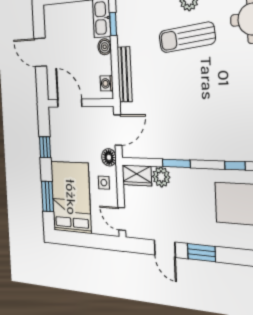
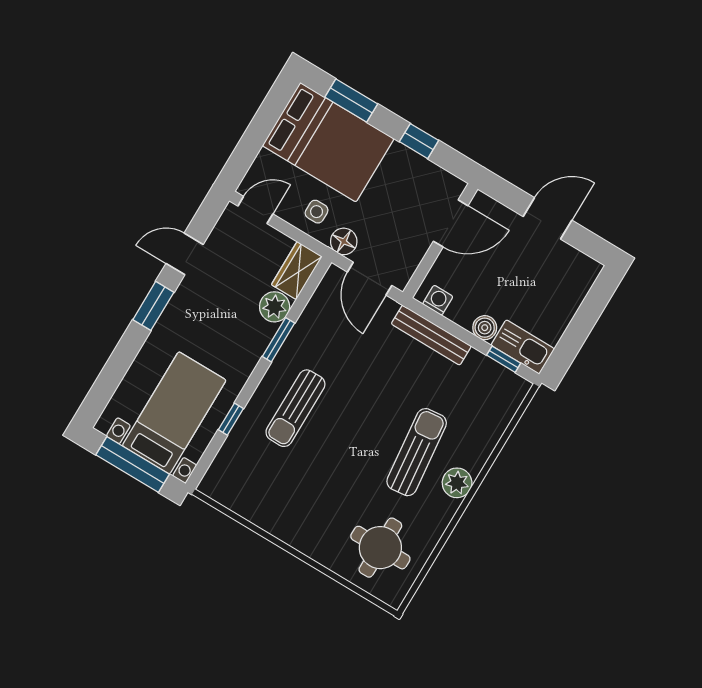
sun lounger: (206, 129) -> (295, 408), added

